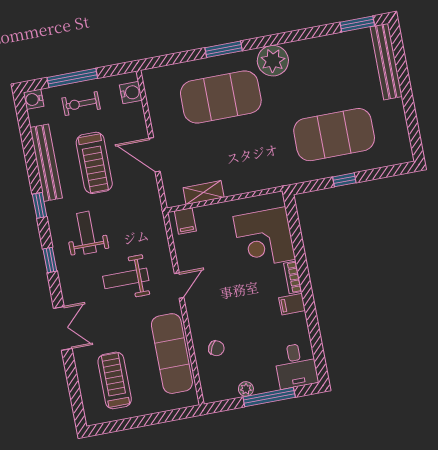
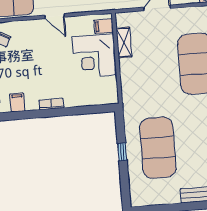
corner desk: (264, 238) -> (94, 56), moved, turned -90
filing cabinet: (292, 304) -> (17, 102), moved

